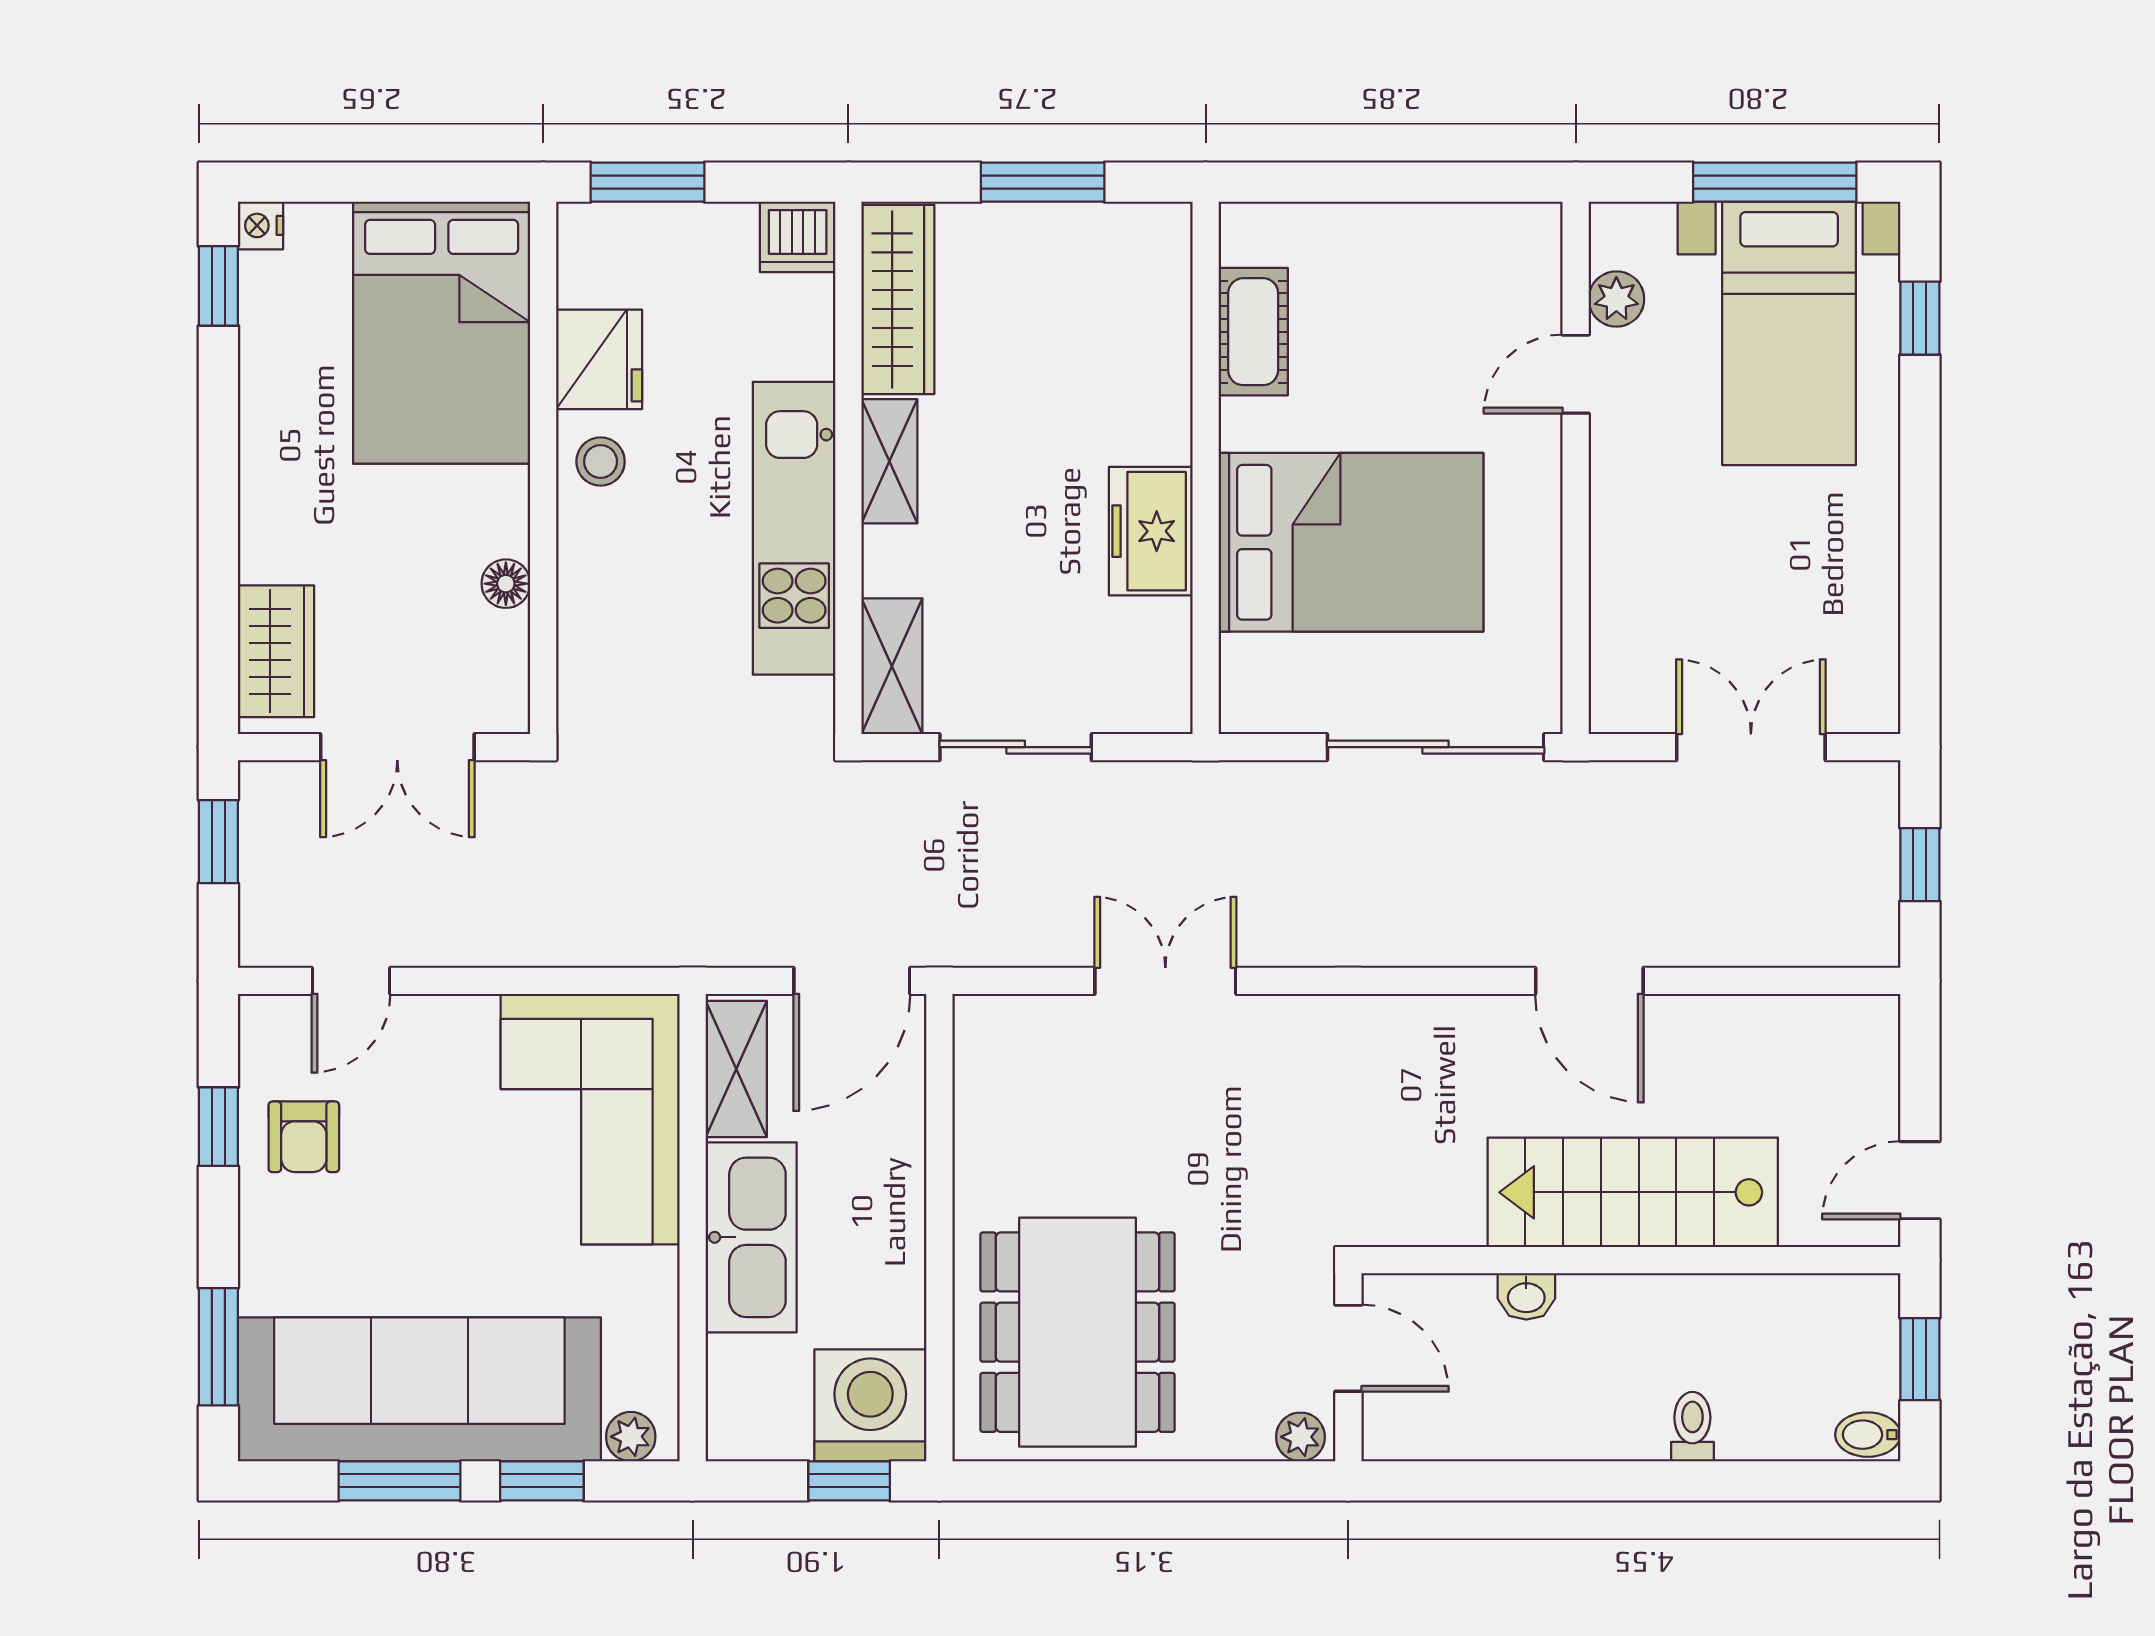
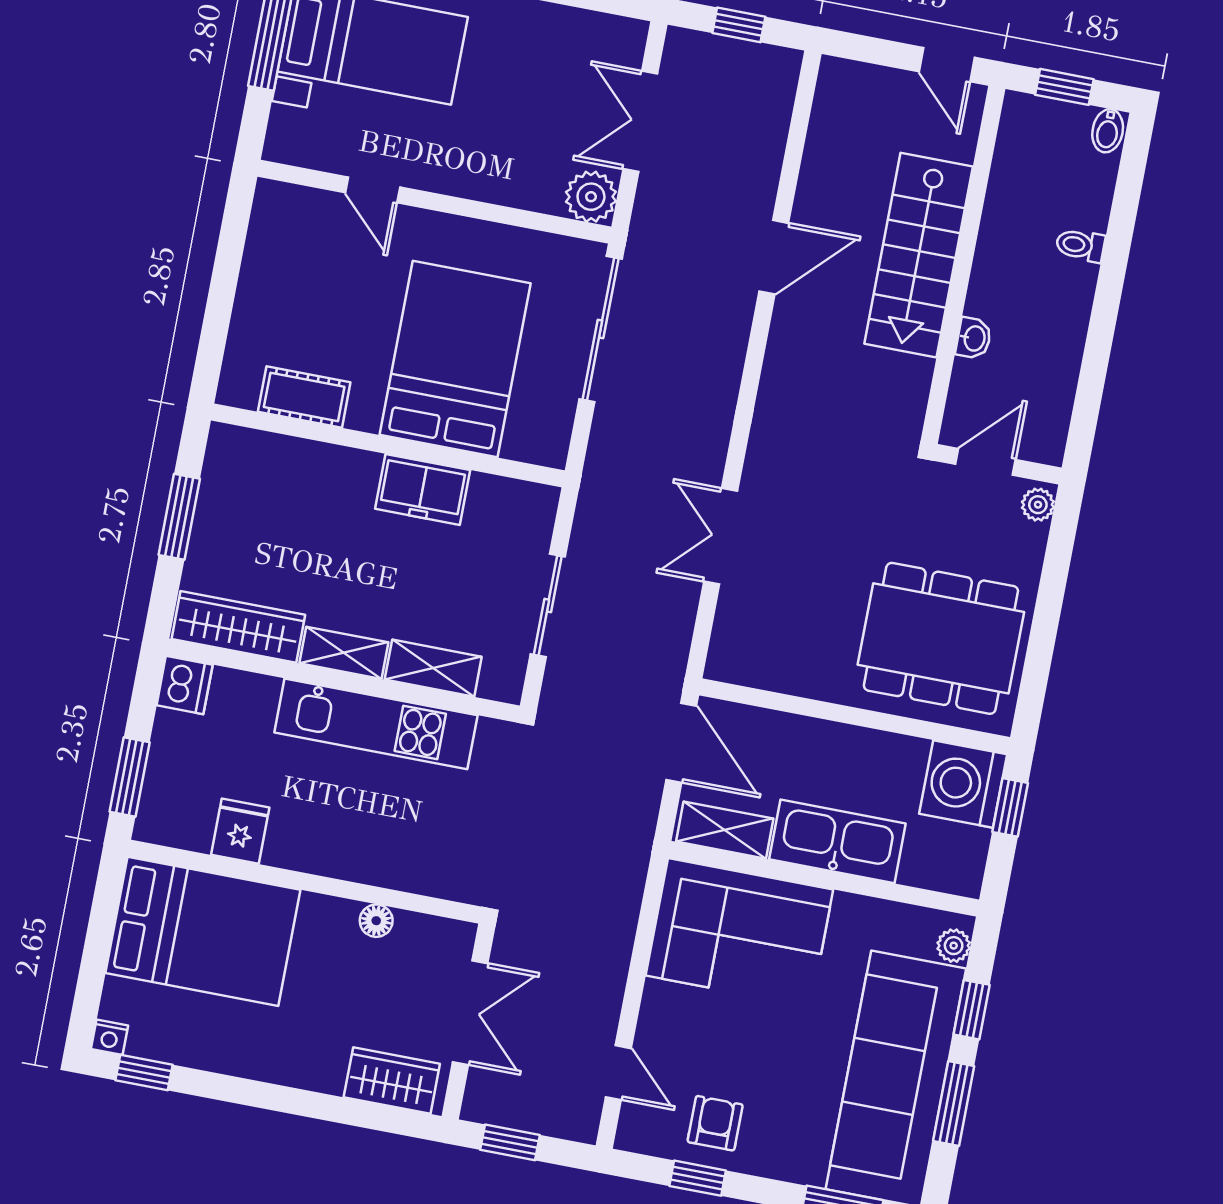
plant: (1616, 299) -> (591, 197), moved, width x1.38, depth x1.38
fridge: (599, 359) -> (240, 831), width x0.72
stool: (601, 462) -> (308, 843), removed
shelving: (892, 666) -> (433, 668), moved
armchair: (304, 1137) -> (715, 1123), turned -90

